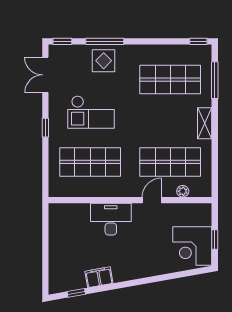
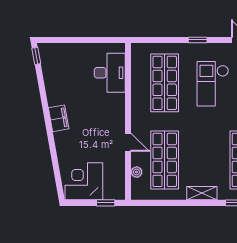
desk: (111, 219) -> (110, 73), moved
window: (215, 240) -> (106, 203), moved
filing cabinet: (99, 277) -> (59, 118), moved
window: (76, 293) -> (36, 56), moved

